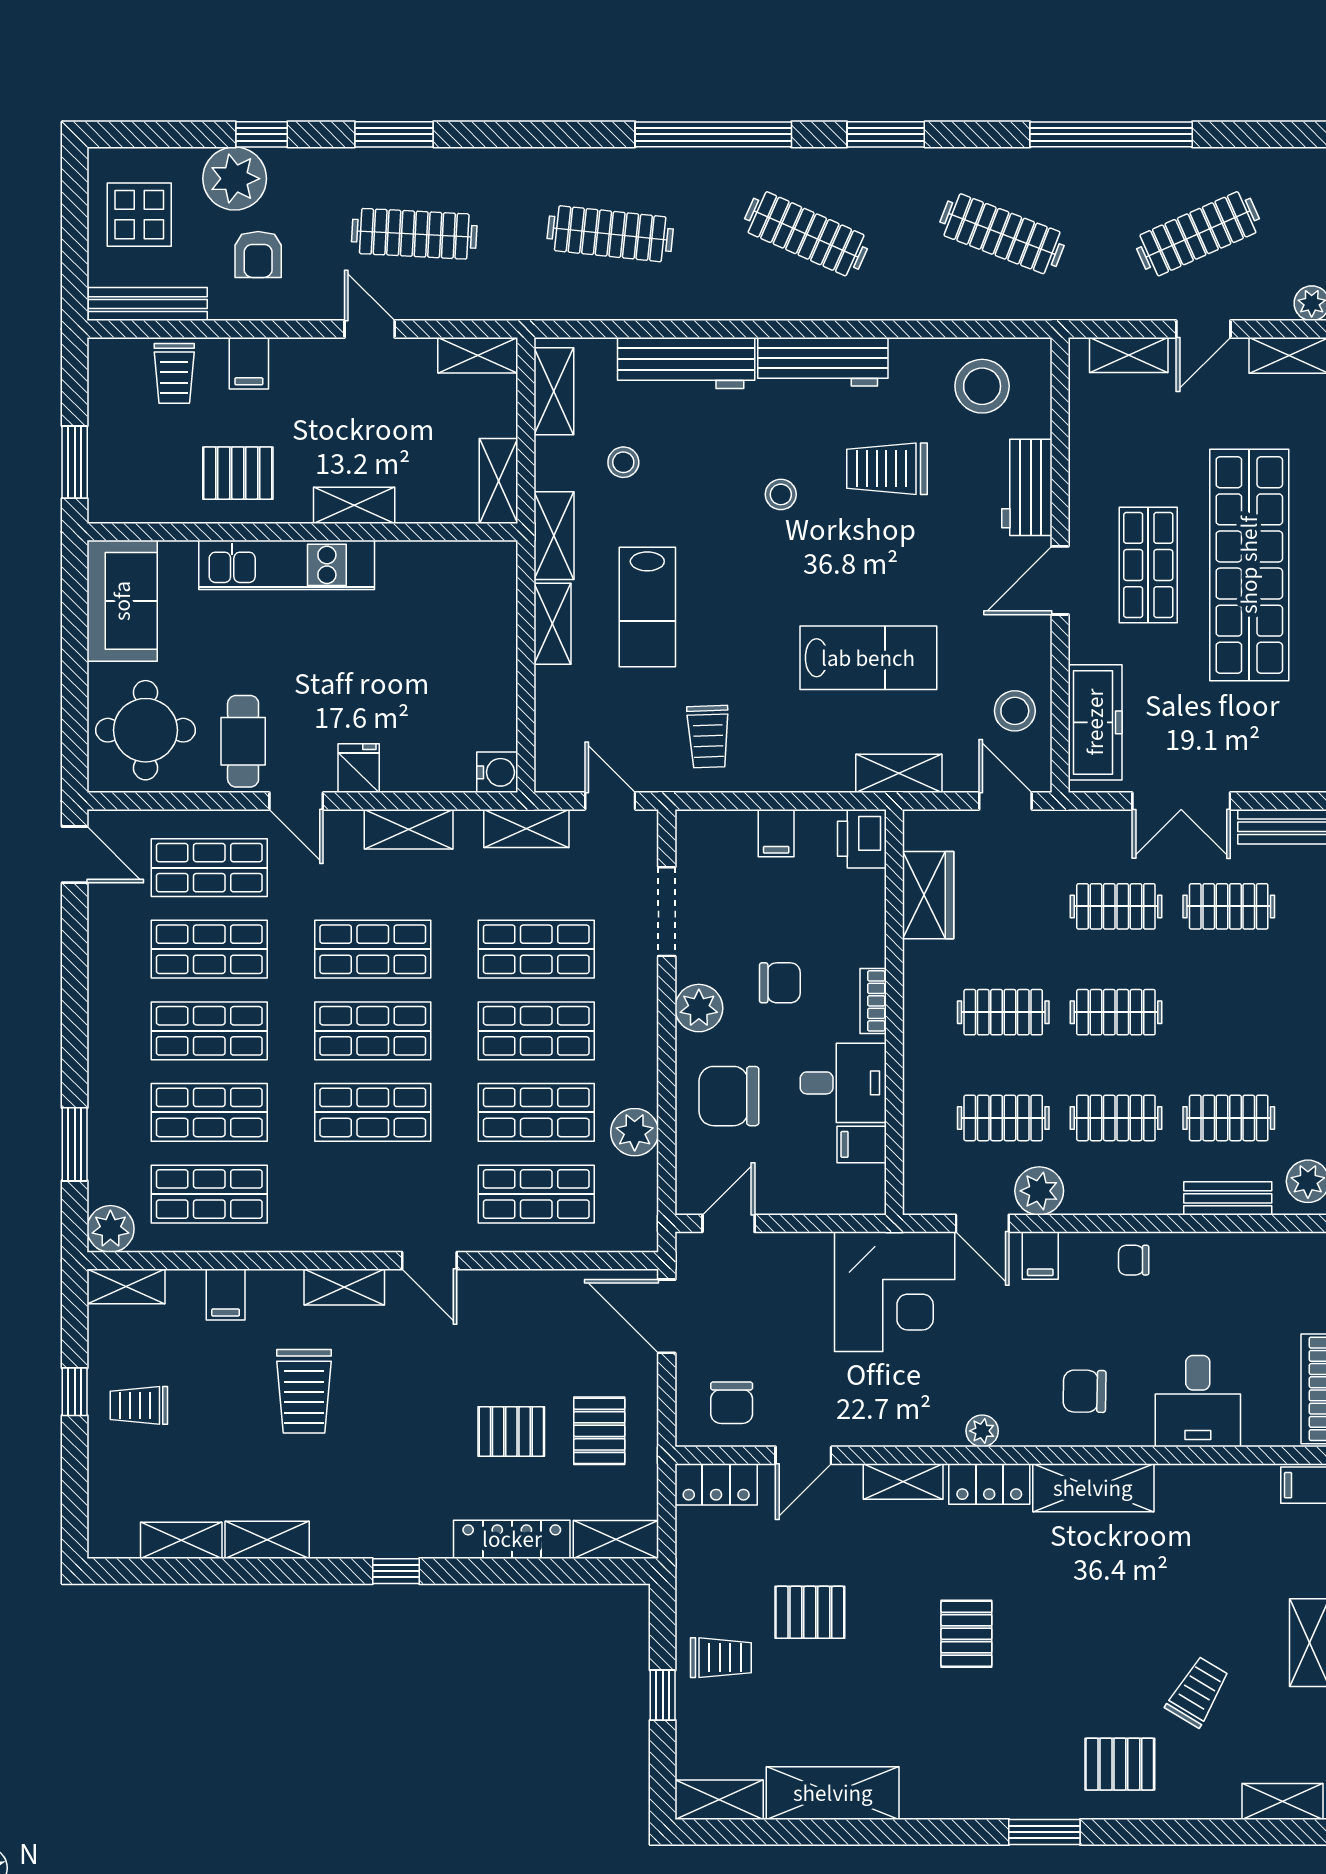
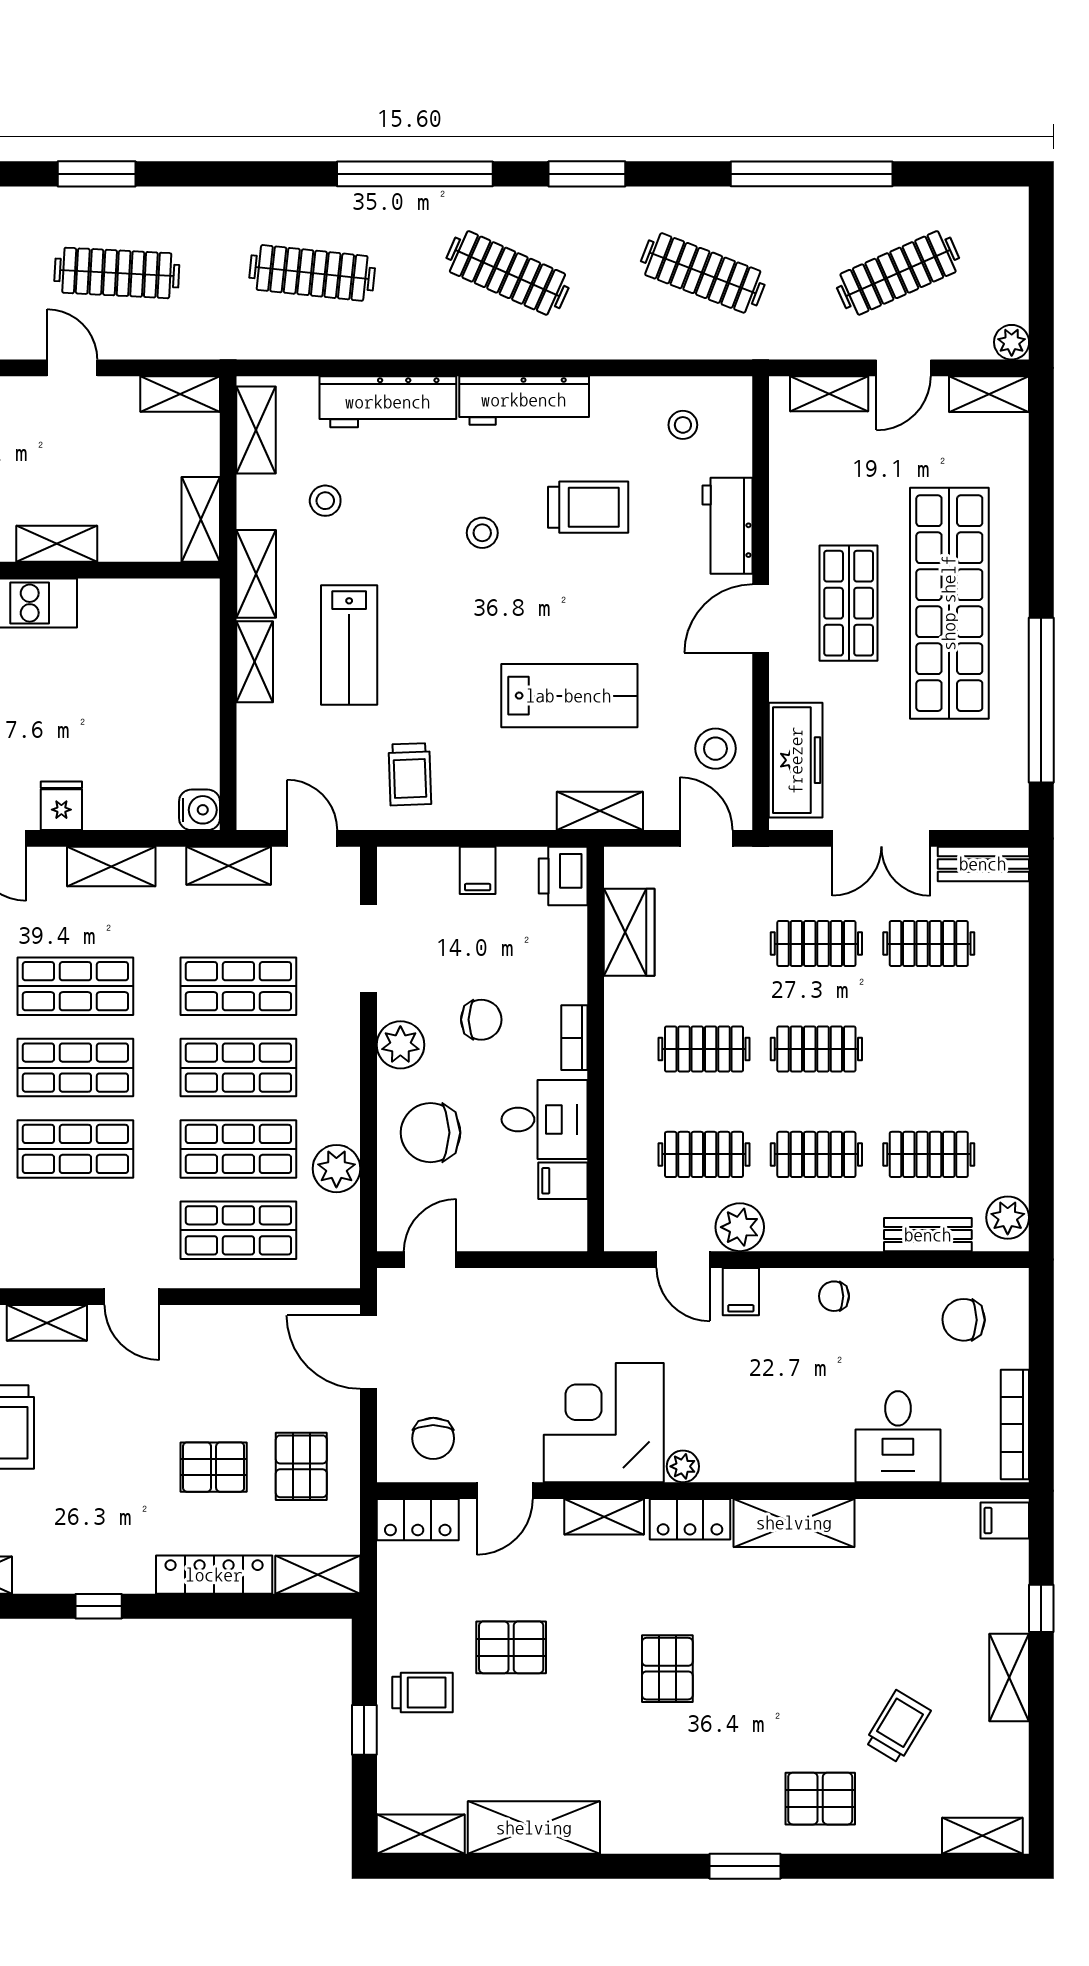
stool: (982, 386) -> (683, 425), width x0.53, depth x0.53
trolley: (887, 469) -> (588, 507), turned 180
corner desk: (895, 1292) -> (604, 1423), moved, turned 180
chair: (1085, 1391) -> (964, 1320), moved

